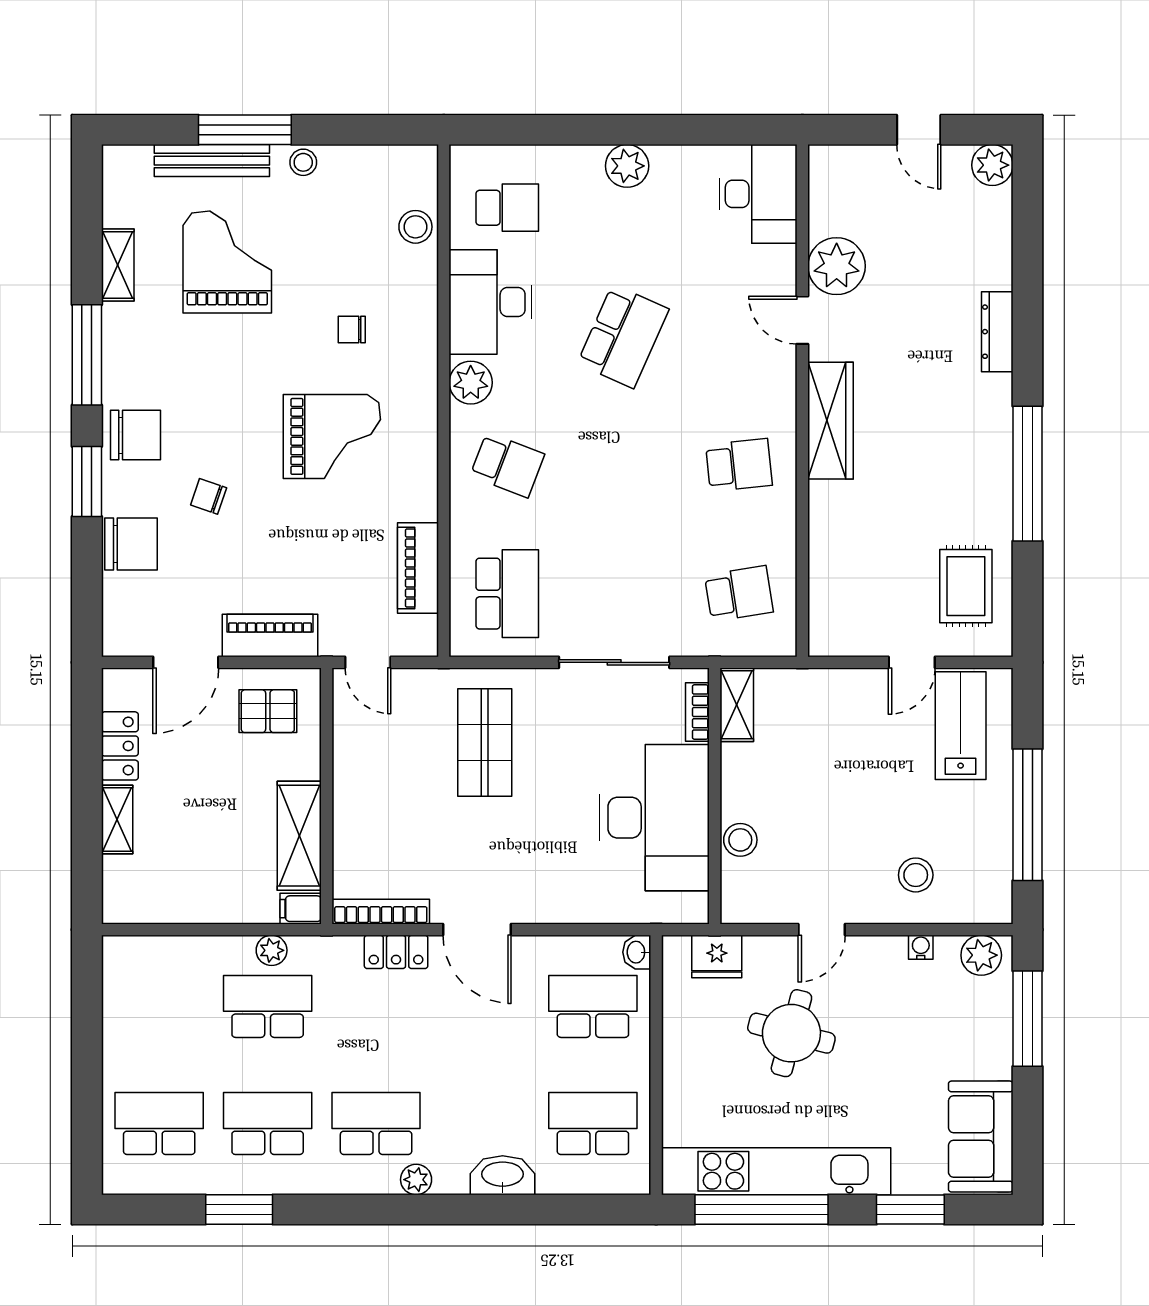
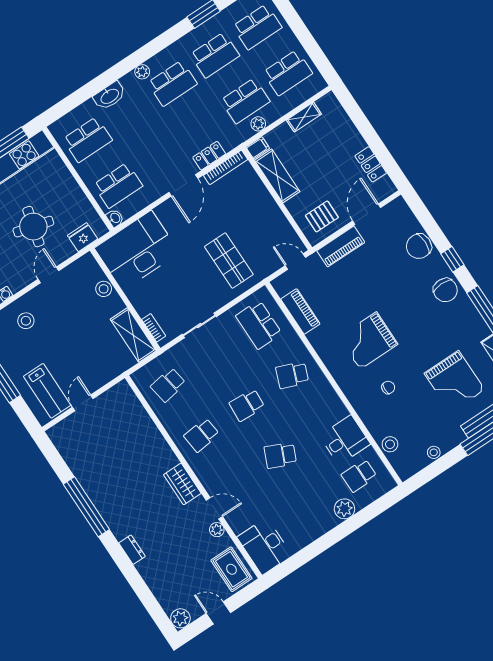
stool: (303, 162) -> (434, 452), moved
plant: (627, 166) -> (344, 509), moved
plant: (837, 266) -> (217, 530), width x0.53, depth x0.53
desk: (490, 302) -> (345, 440), width x0.73
dresser: (997, 332) -> (132, 550), width x0.70
school desk: (623, 336) -> (280, 455), width x0.54
plant: (471, 383) -> (328, 398), removed
wardrobe: (831, 421) -> (182, 484), width x0.67
chair: (136, 435) -> (445, 290), turned -90
school desk: (623, 465) -> (247, 405), added
window: (87, 482) -> (452, 259), width x0.67
chair: (209, 496) -> (401, 285), removed
rug: (966, 586) -> (231, 569), moved
sliding door: (614, 662) -> (199, 326), width x0.73
shelving: (737, 705) -> (133, 335), width x1.50, depth x1.33
desk: (654, 818) -> (137, 250), moved, turned 90
shelving: (117, 820) -> (304, 117), moved, turned 90
door: (477, 930) -> (183, 185), swing flipped
school desk: (159, 1006) -> (288, 73), added

